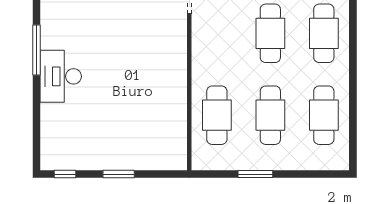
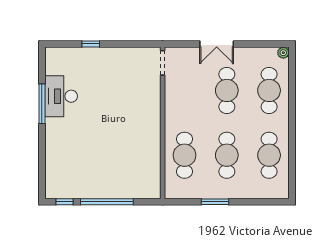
desk: (61, 76) -> (61, 96), moved
window: (119, 174) -> (107, 202), width x2.11

